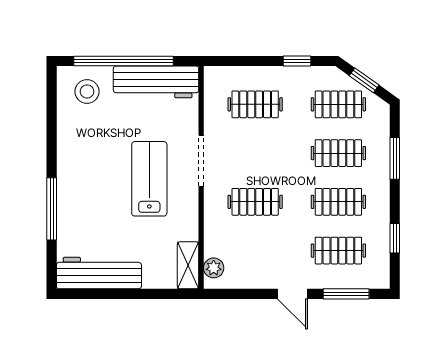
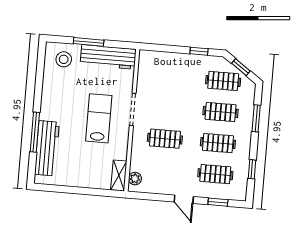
window: (123, 61) -> (89, 42), width x0.47
clothes rail: (255, 104) -> (170, 77), removed
workbench: (99, 273) -> (47, 148), moved, turned 90
window: (346, 294) -> (218, 202), width x0.67

